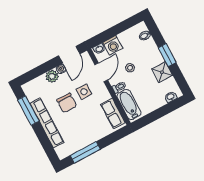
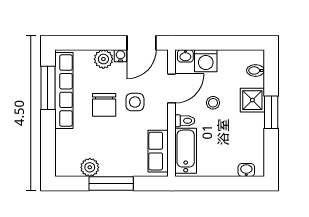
shower: (162, 72) -> (252, 100), moved
row of seats: (47, 123) -> (64, 91), moved
plant: (78, 144) -> (90, 167), added
window: (85, 152) -> (111, 183), moved

